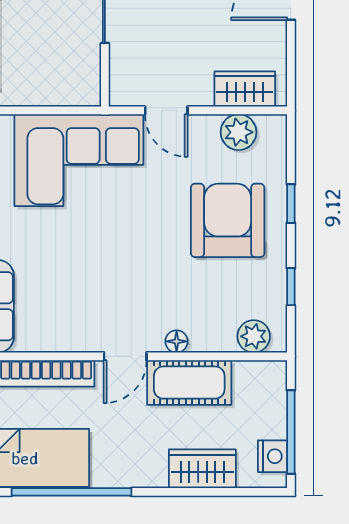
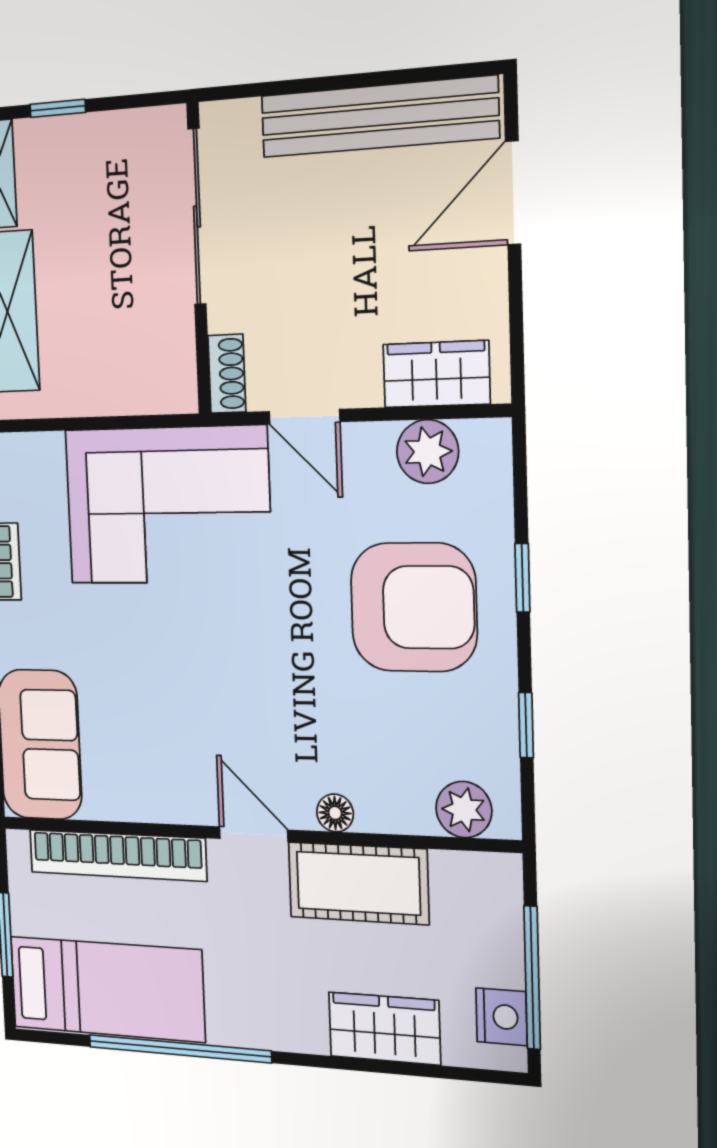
shoe rack: (120, 84) -> (227, 374), added
armchair: (228, 220) -> (414, 607), turned 90
door: (125, 356) -> (254, 834), swing flipped

